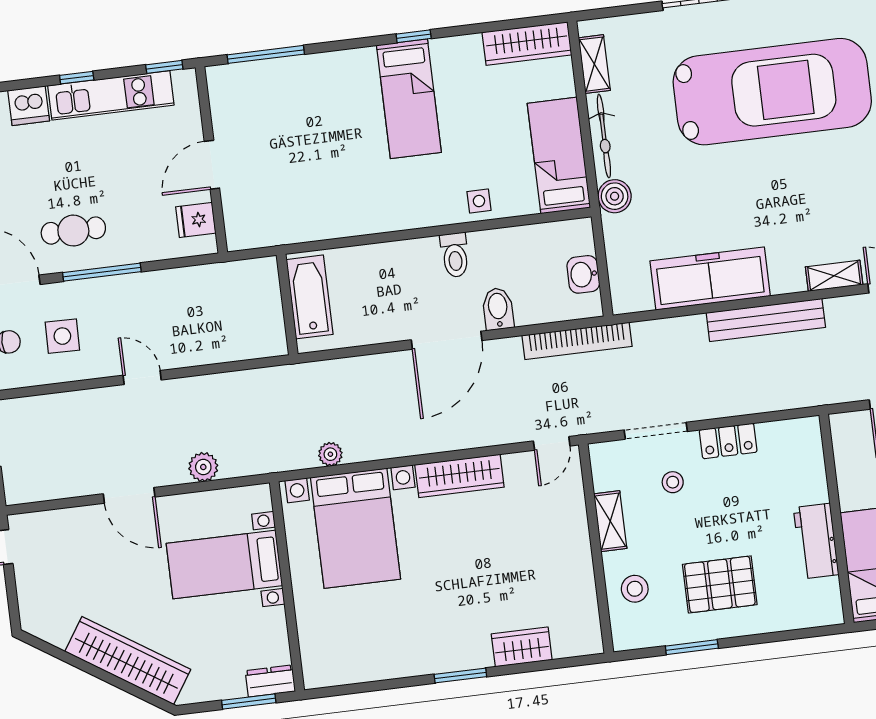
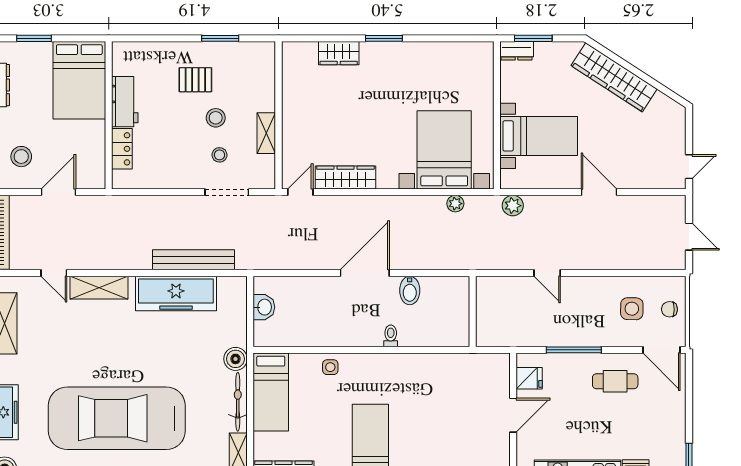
toilet: (455, 255) -> (391, 336), moved, width x0.73, depth x0.72
window: (102, 272) -> (574, 350), moved
shelving: (834, 276) -> (99, 288), width x1.50, depth x1.33
bathtub: (310, 297) -> (456, 315), removed
bidet: (498, 309) -> (410, 290), moved
bench: (766, 320) -> (194, 260), moved
bookcase: (577, 341) -> (274, 261), removed
door: (142, 378) -> (547, 273), moved
locker: (728, 441) -> (122, 149), moved, turned 90
plant: (203, 467) -> (513, 206), moved
wardrobe: (459, 476) -> (345, 177), moved
pallet: (720, 584) -> (195, 80), width x0.67, depth x0.71
stool: (635, 589) -> (216, 118), moved

